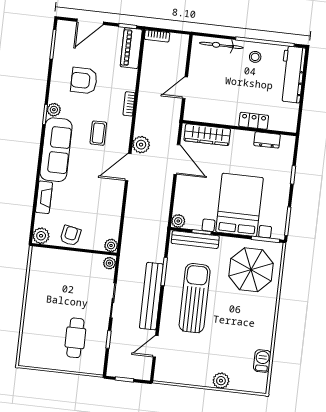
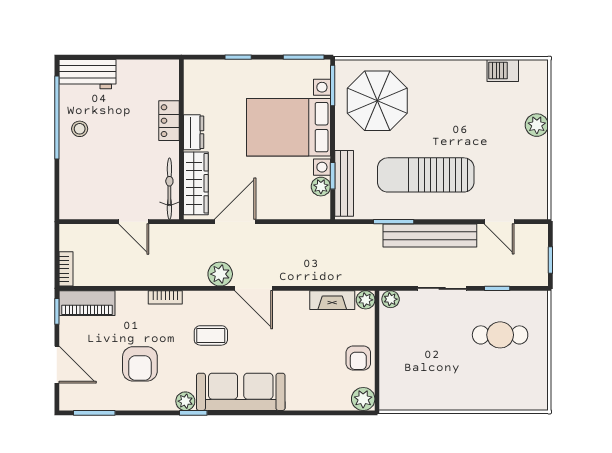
bicycle: (221, 45) -> (169, 189), moved, turned 180
workbench: (292, 74) -> (88, 74), width x0.73
dresser: (267, 140) -> (194, 132), moved
fireplace: (44, 197) -> (332, 300), moved, turned 180
plant: (178, 221) -> (321, 187), moved
armchair: (70, 236) -> (358, 358), turned -101

